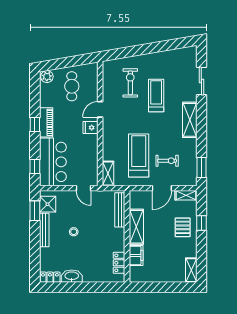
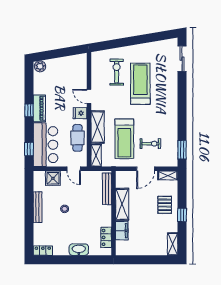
sliding door: (201, 81) -> (182, 59), moved
cafe table: (72, 86) -> (77, 138), moved
treadmill: (156, 96) -> (140, 84), width x1.37, depth x1.38
door: (100, 109) -> (89, 96), hinge flipped
shelving: (190, 120) -> (98, 127), moved
treadmill: (139, 155) -> (124, 139), turned 180
shower: (48, 204) -> (53, 178), moved
window: (35, 211) -> (29, 190), removed
window: (201, 223) -> (182, 215), moved
washbasin: (72, 276) -> (79, 250), moved

